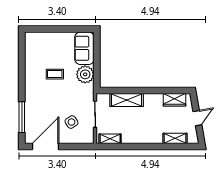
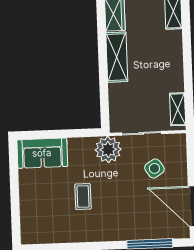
plant: (85, 74) -> (108, 150), moved
shelving: (127, 100) -> (117, 57), moved

